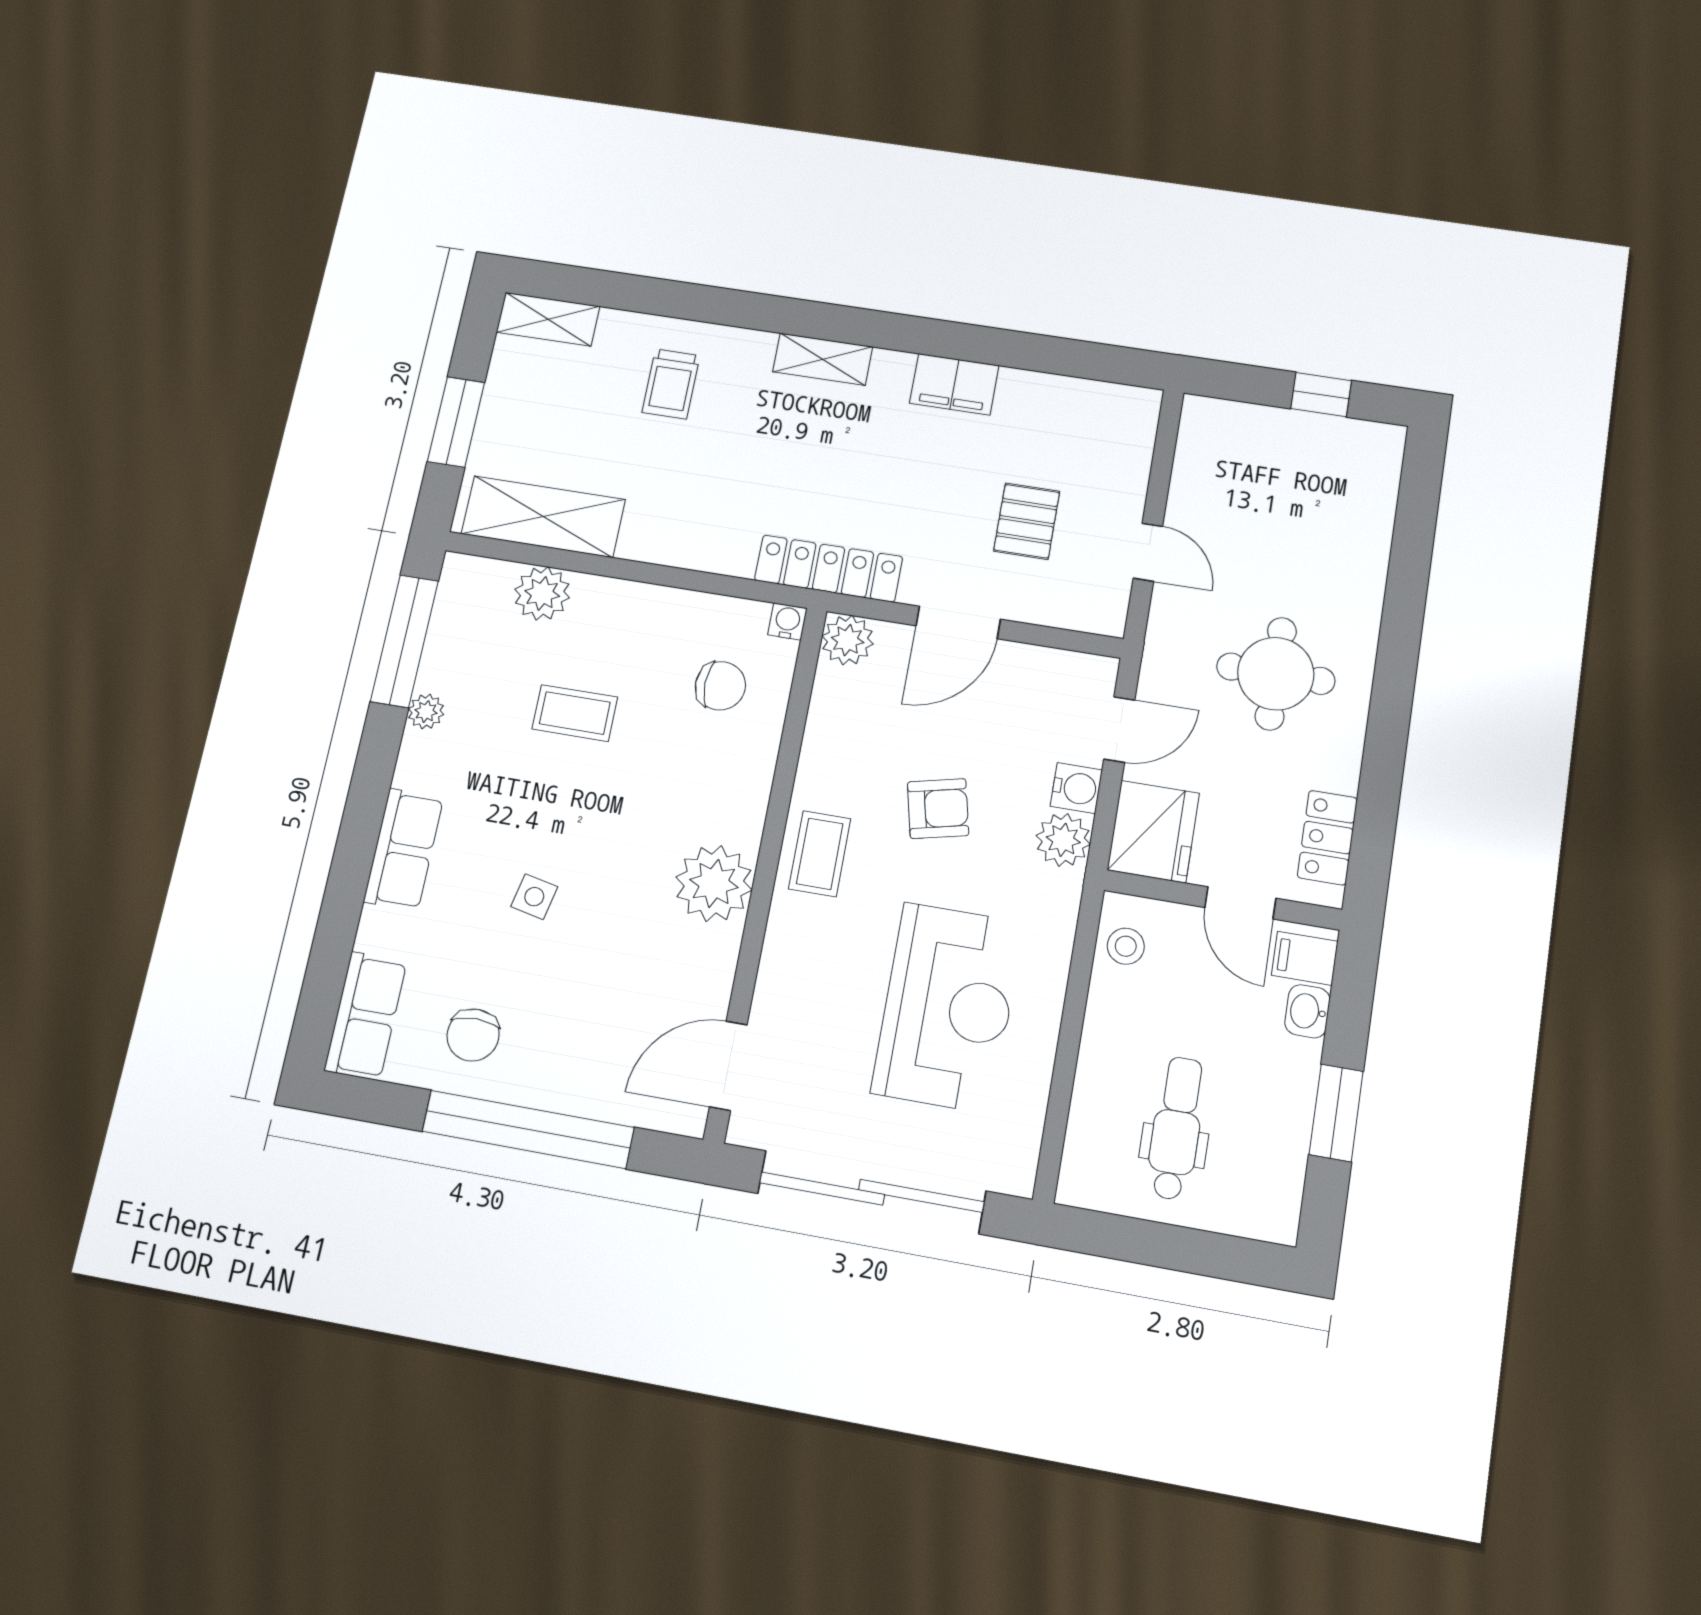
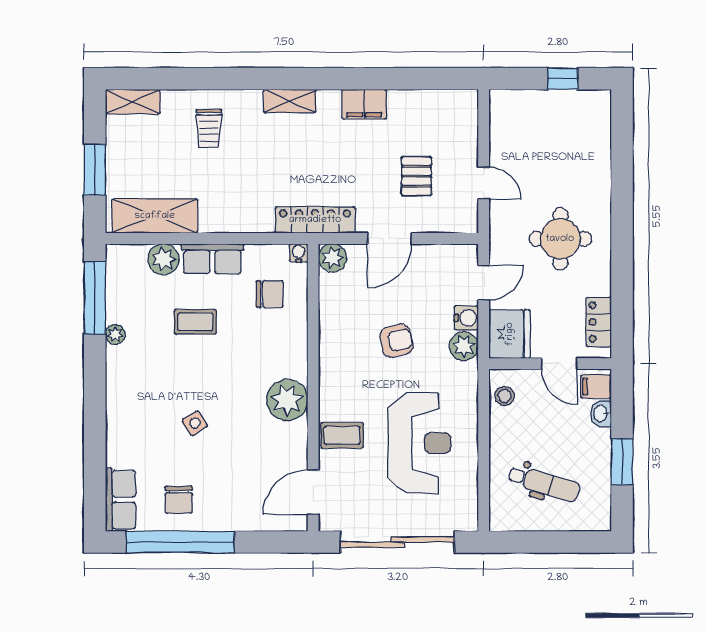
row of seats: (404, 849) -> (212, 259), moved, turned 90
coffee table: (820, 854) -> (342, 435), moved, turned 90
side table: (534, 897) -> (195, 423), turned 45
dental chair: (1176, 1128) -> (544, 483), turned 106
window: (528, 1129) -> (180, 542), moved

